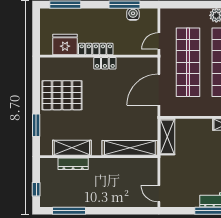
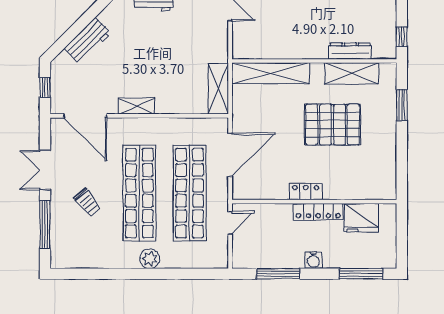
water cooler: (133, 14) -> (313, 260), moved
pallet: (62, 95) -> (332, 125), moved
window: (36, 189) -> (402, 37), moved

